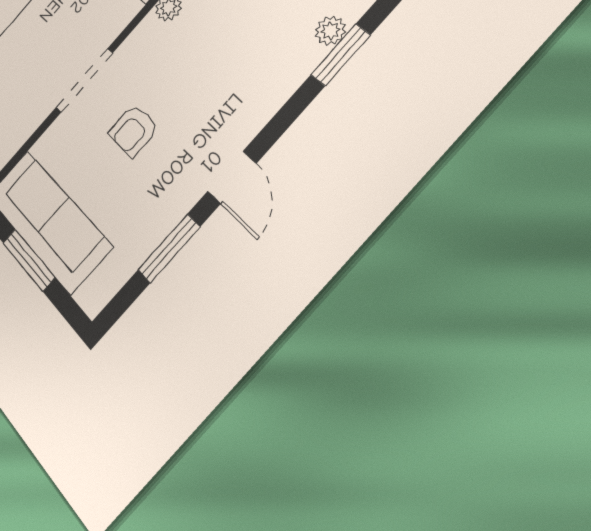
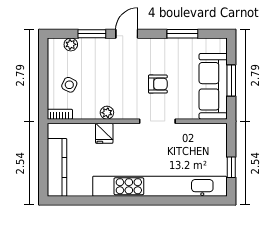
window: (341, 55) -> (92, 34), moved
door: (232, 177) -> (127, 34), moved

